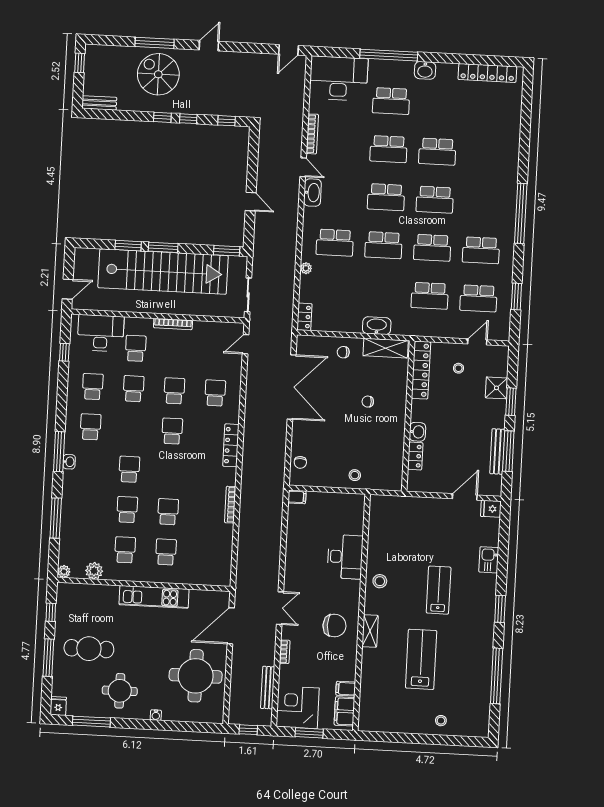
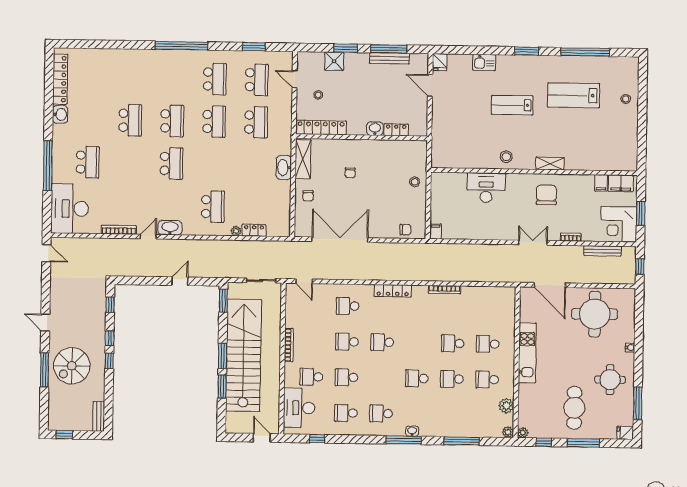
washbasin: (425, 70) -> (60, 114), moved
school desk: (389, 149) -> (130, 163), removed
school desk: (384, 245) -> (213, 164), removed
locker: (304, 317) -> (254, 230), moved
plant: (63, 588) -> (523, 433), added
lab bench: (421, 659) -> (574, 95), moved

